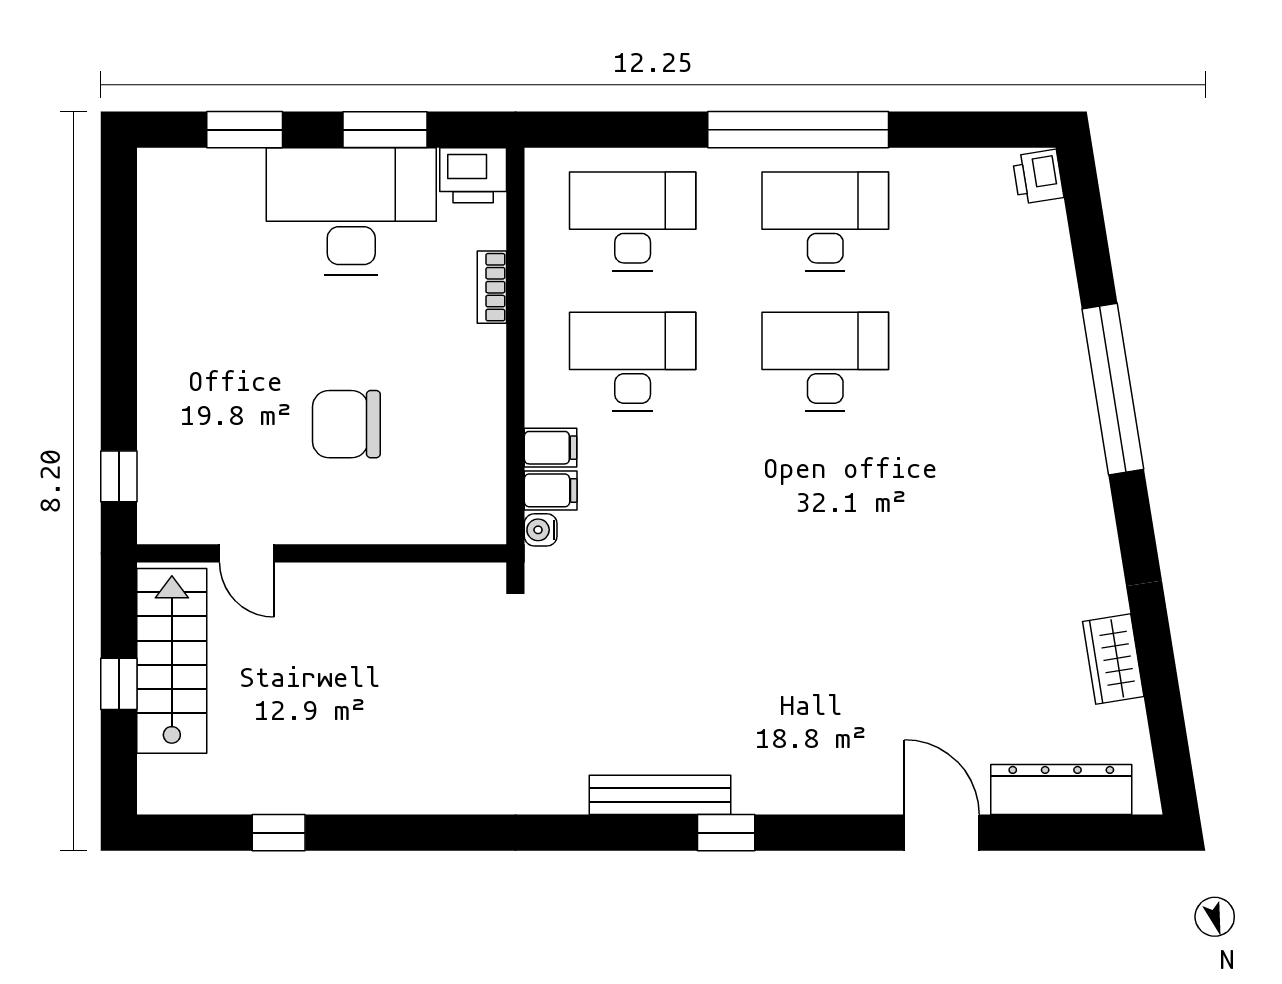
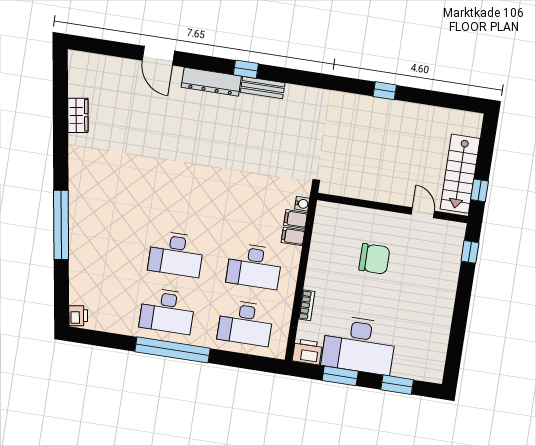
window: (119, 684) -> (479, 190), moved
dresser: (1061, 790) -> (211, 82), moved
bench: (660, 795) -> (263, 87), width x0.73
window: (279, 833) -> (385, 91), moved

